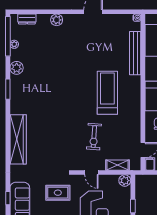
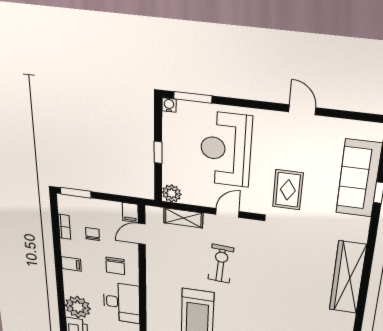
door: (91, 172) -> (227, 213), hinge flipped
rug: (58, 193) -> (288, 190), turned 90

